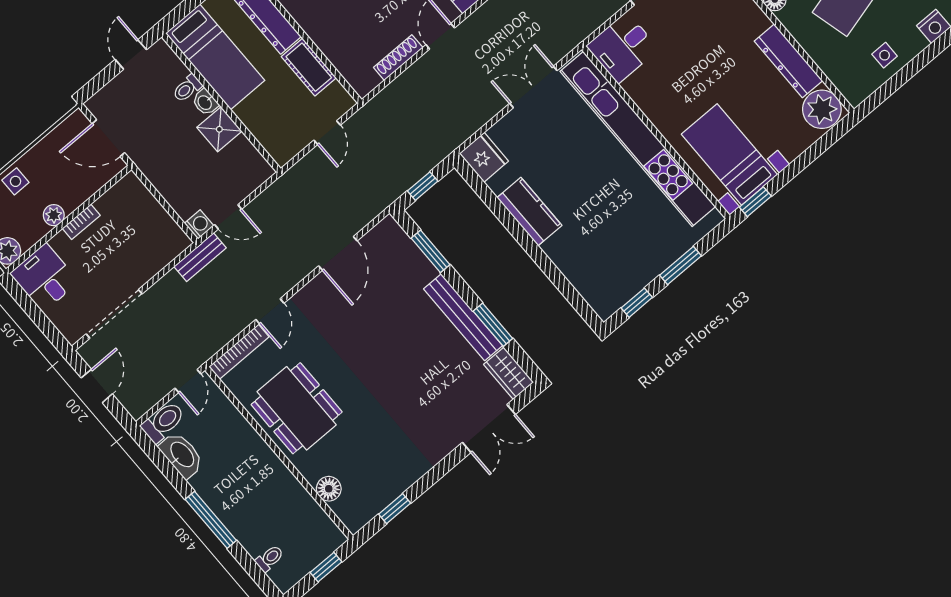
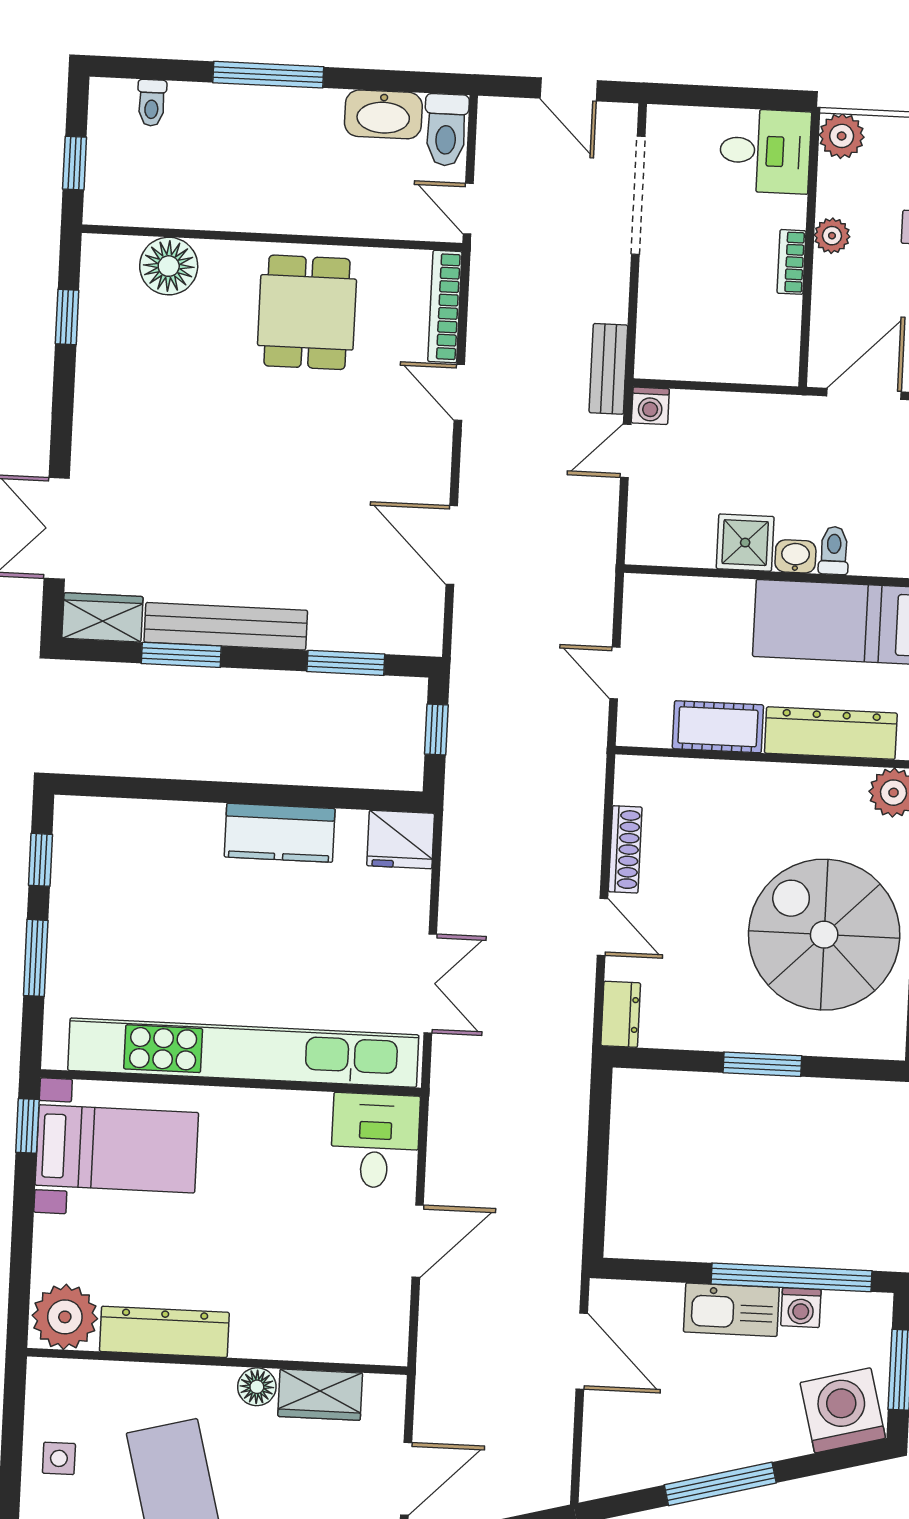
dining table: (297, 408) -> (307, 312), width x0.73
floor lamp: (329, 489) -> (169, 266), width x1.38, depth x1.38

